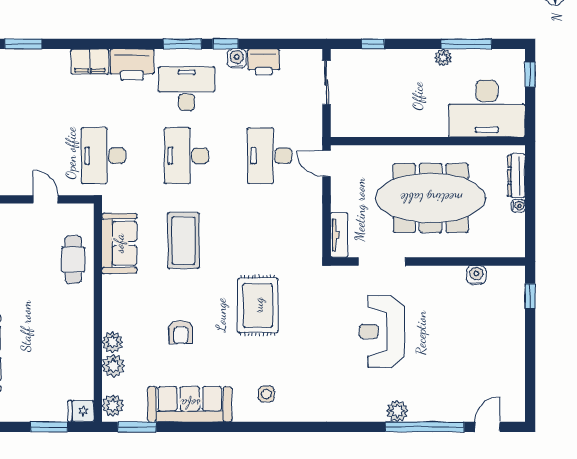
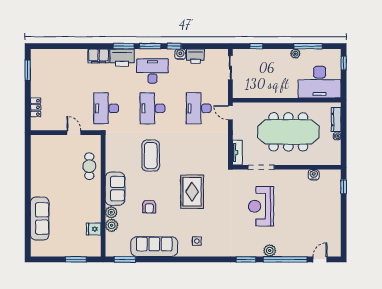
window: (23, 44) -> (124, 46), moved
sofa: (119, 243) -> (115, 189), moved
plant: (113, 406) -> (111, 247), removed
fridge: (81, 411) -> (94, 229), moved
window: (354, 427) -> (246, 259), added

